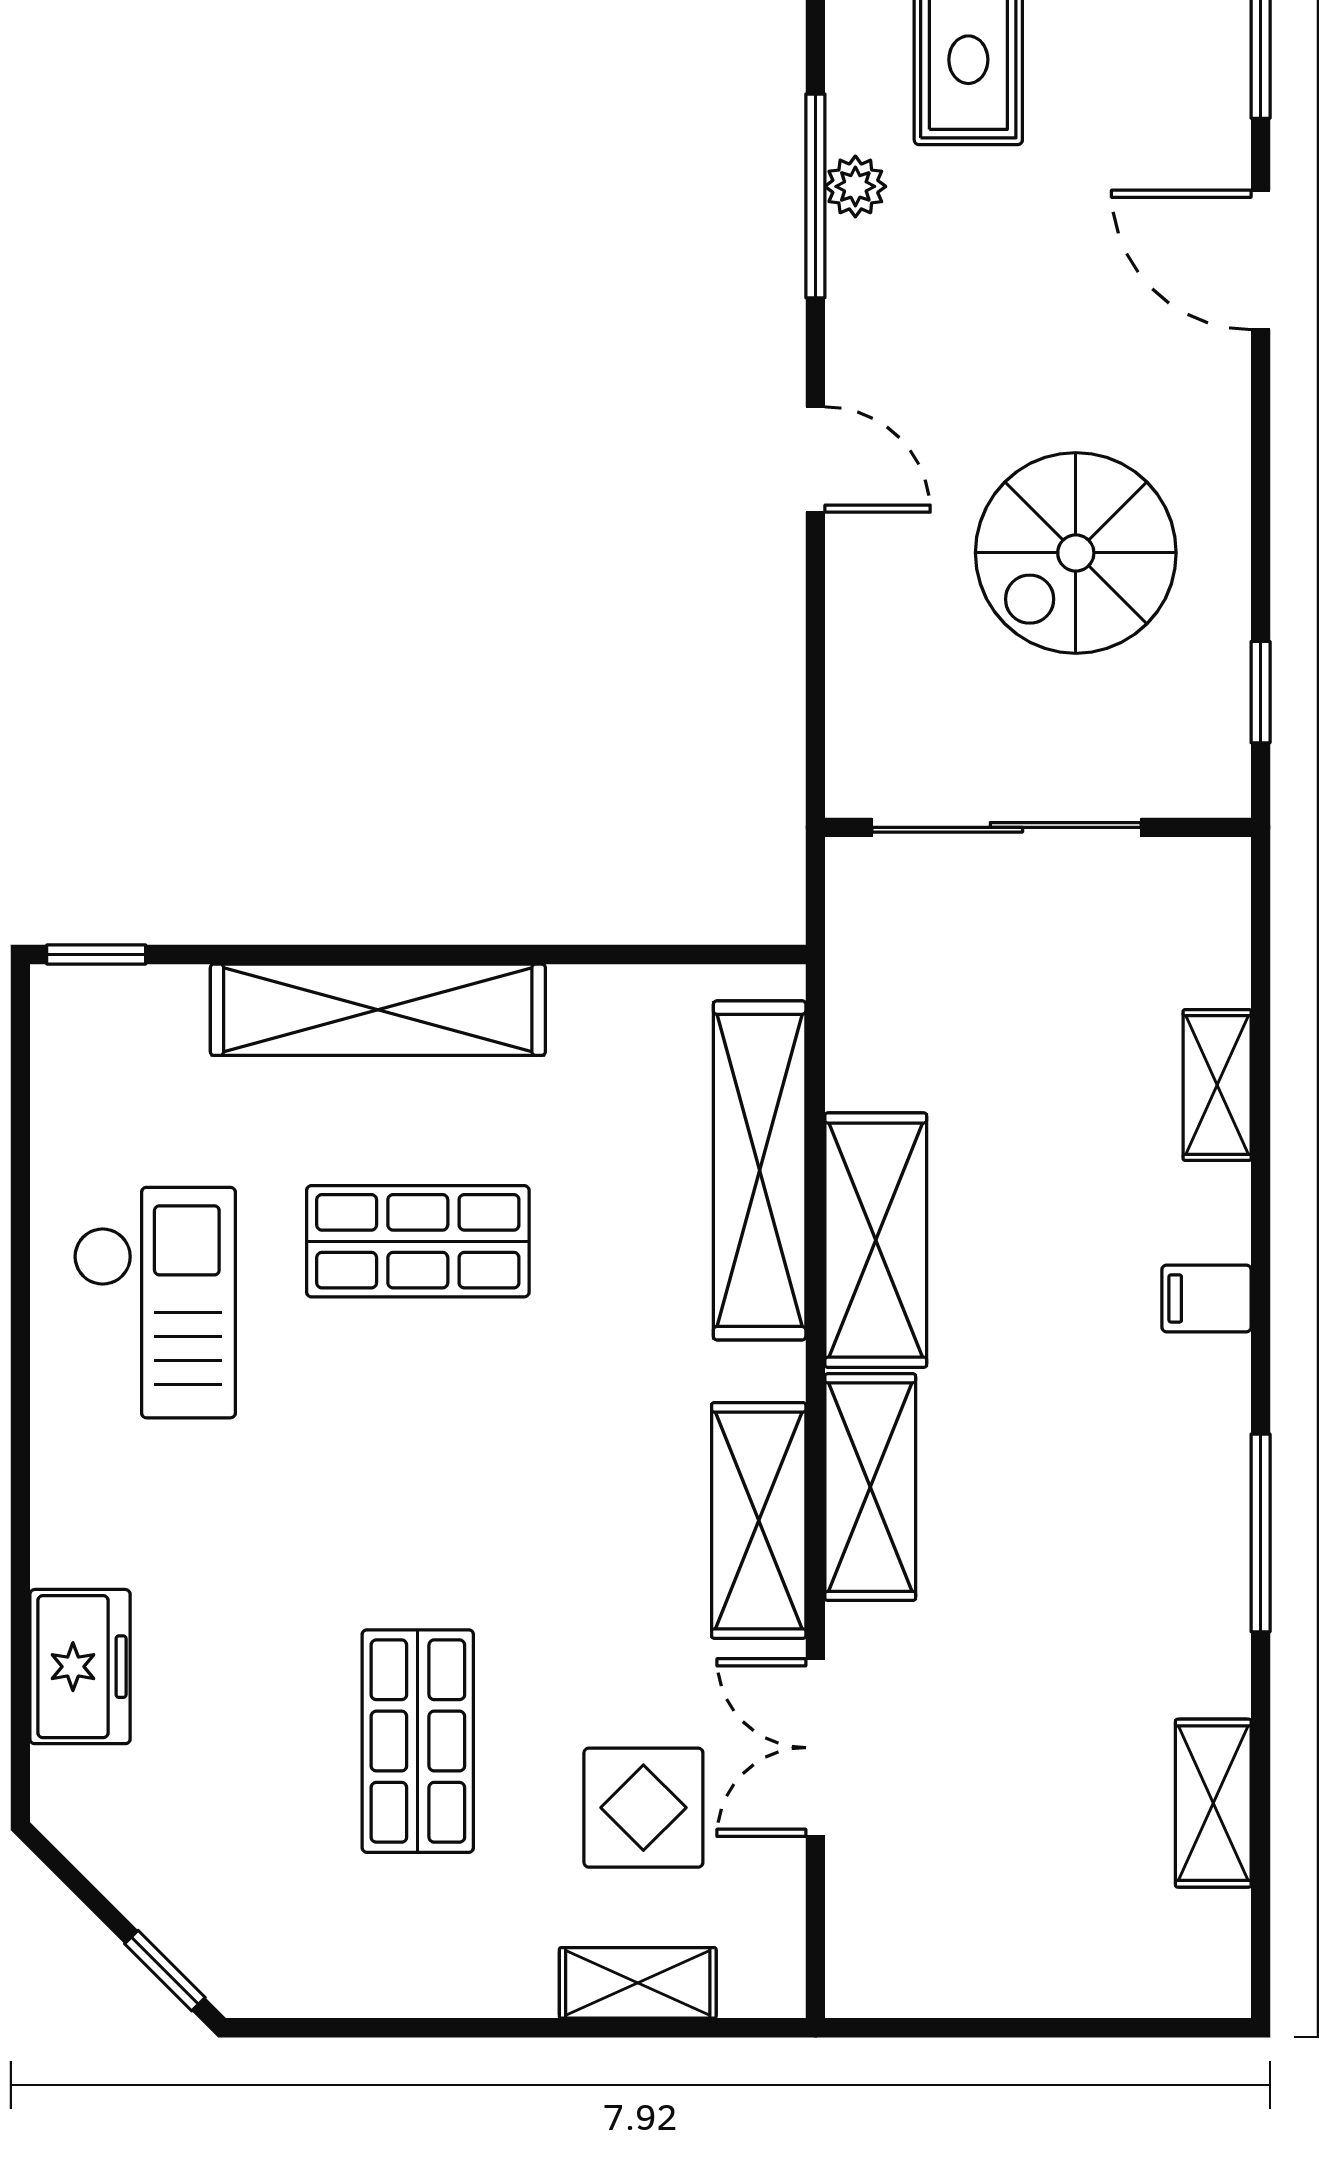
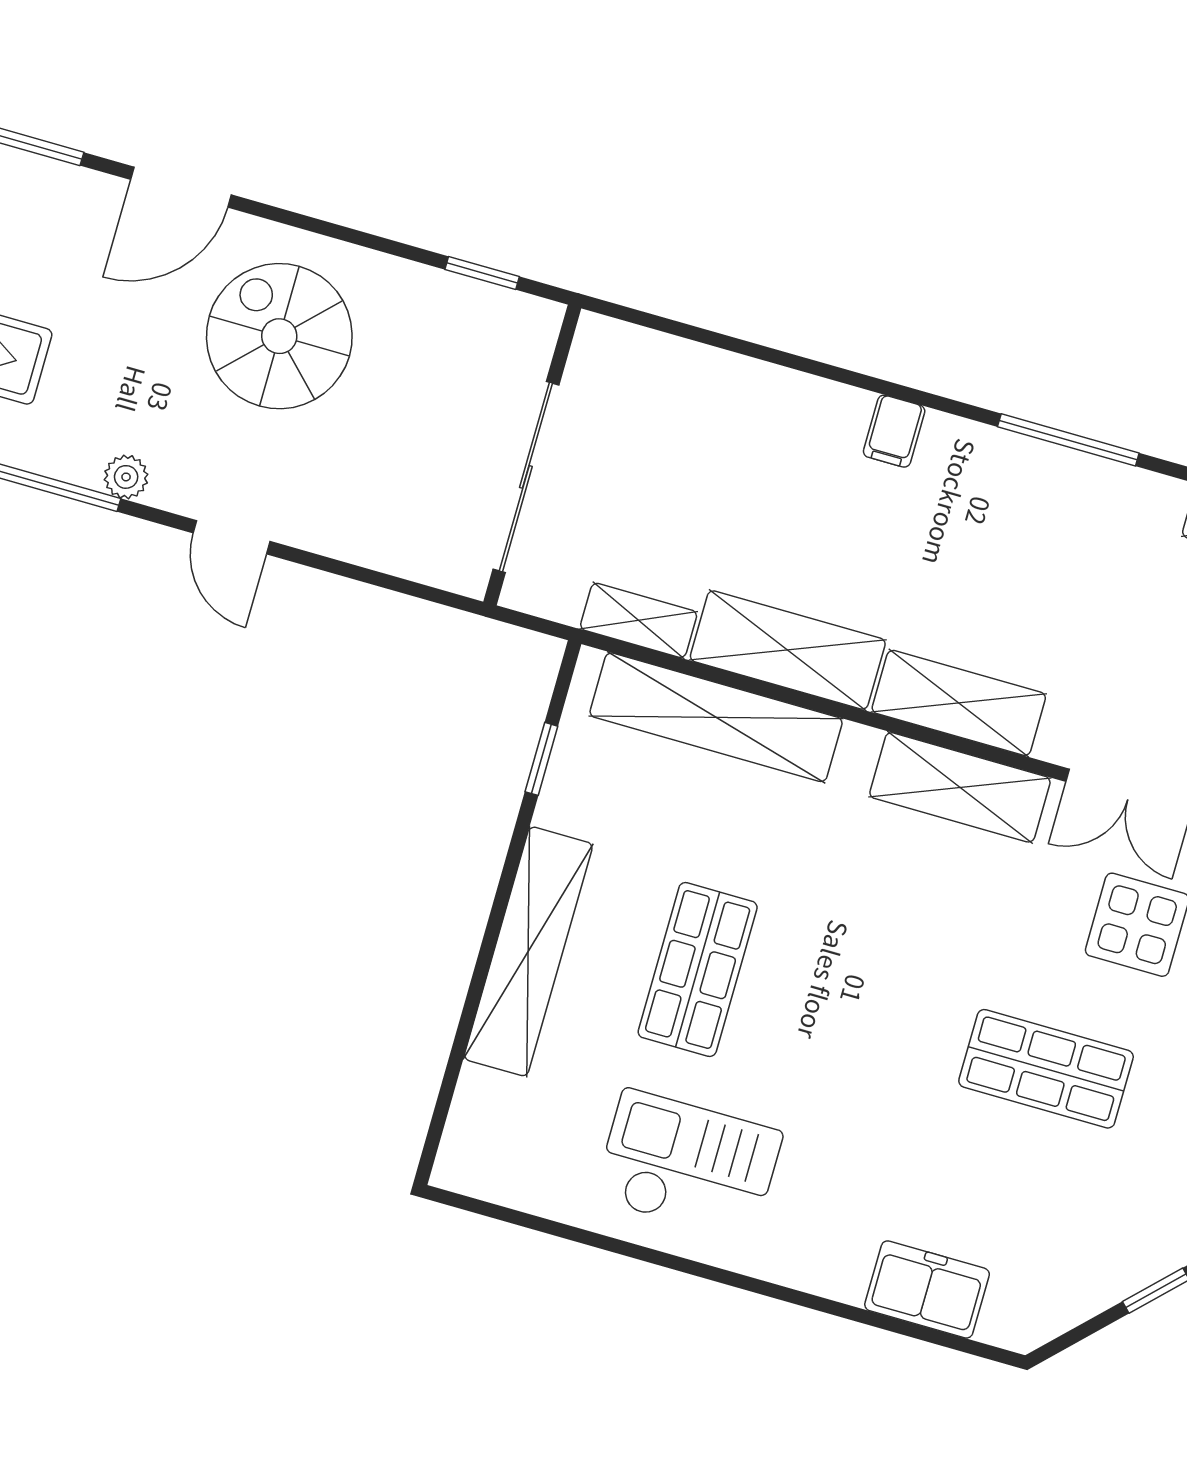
plant: (855, 186) -> (126, 477), moved
door: (815, 460) -> (232, 537), swing flipped
spiral stairs: (1076, 553) -> (279, 336), moved, turned 180
window: (96, 955) -> (541, 759), moved
shelving: (1217, 1085) -> (639, 620), moved

